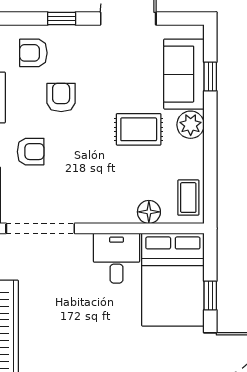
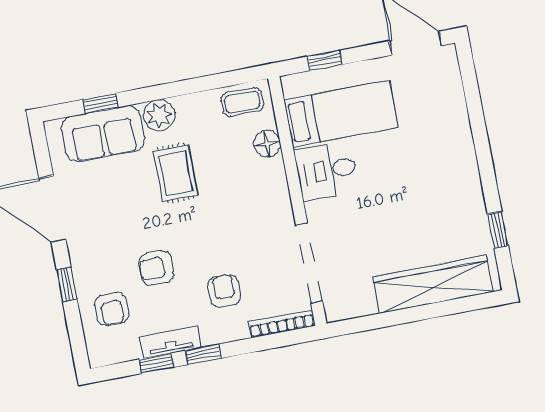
bed: (173, 280) -> (341, 114), width x0.67
window: (210, 295) -> (325, 60), moved

